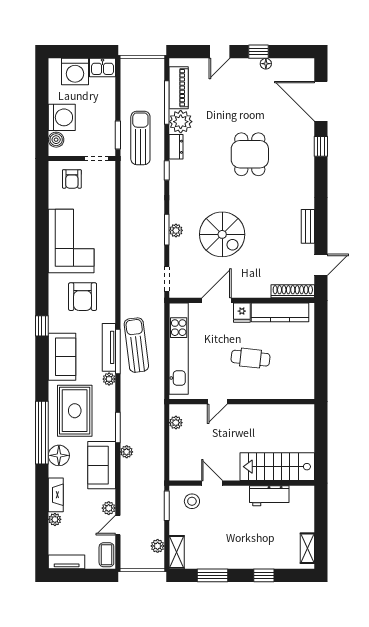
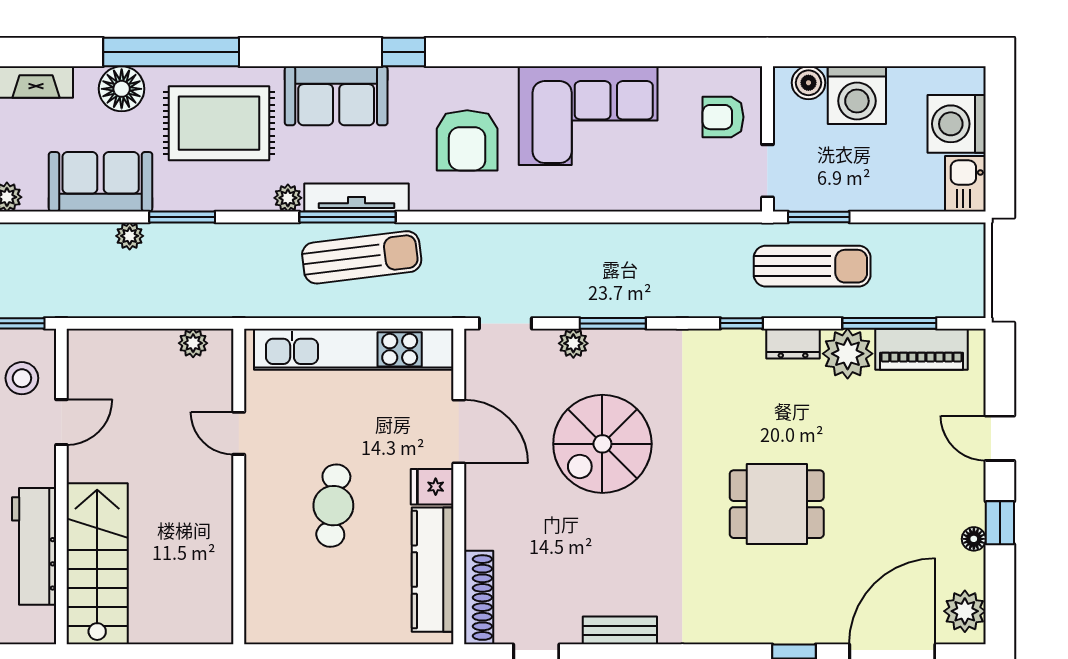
plant: (299, 68) -> (965, 611), added
plant: (176, 230) -> (573, 343), moved
armchair: (83, 297) -> (467, 140), turned -90
workbench: (269, 496) -> (34, 546), width x1.38

